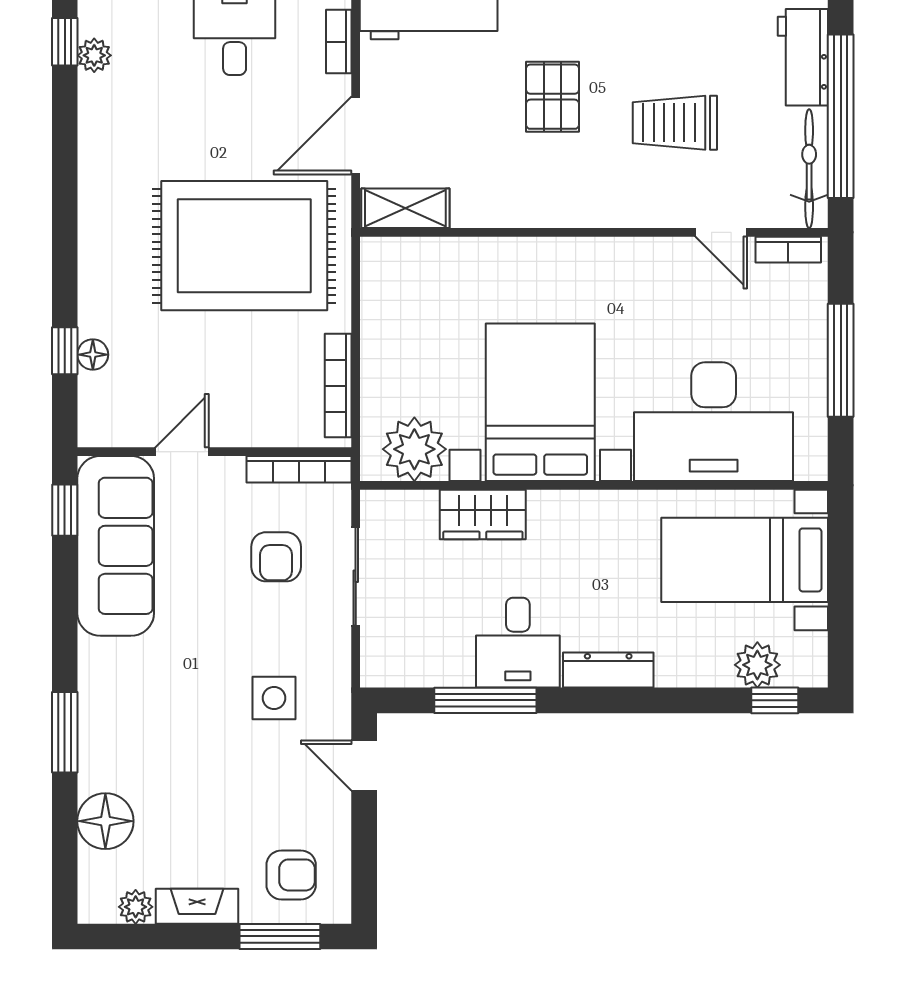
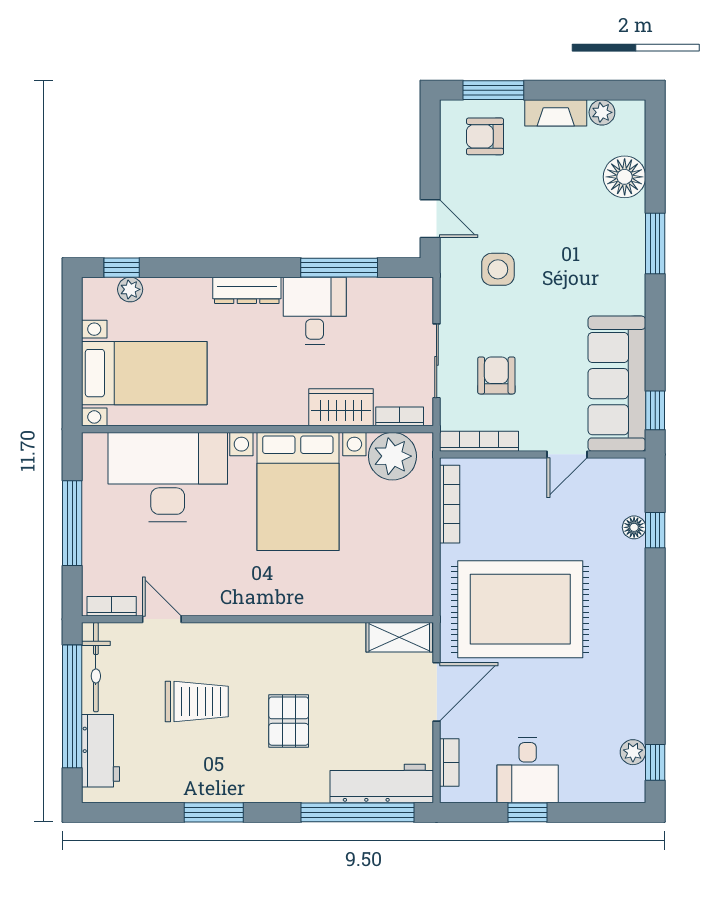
bookcase: (405, 502) -> (400, 416), added
plant: (757, 665) -> (130, 289), width x0.73, depth x0.73

